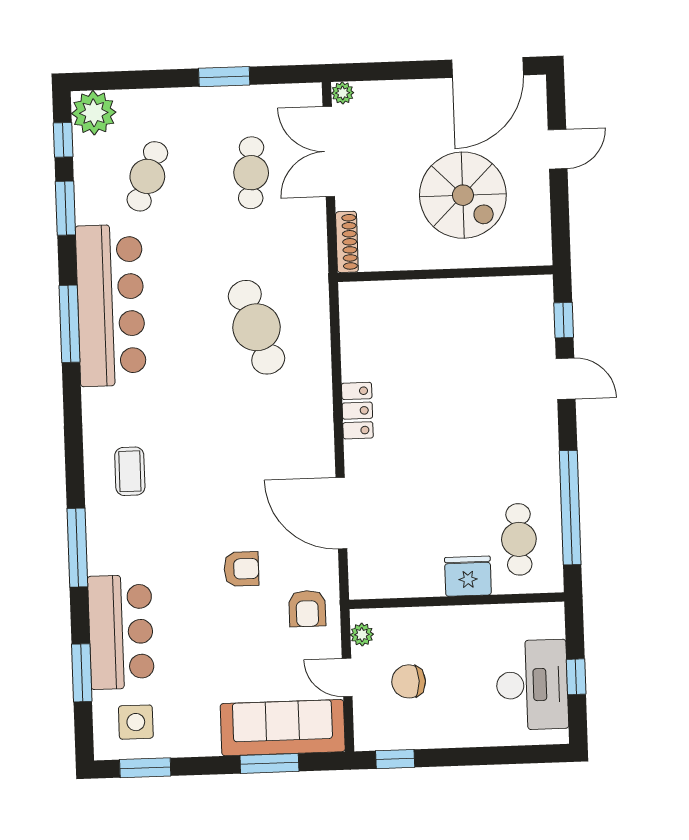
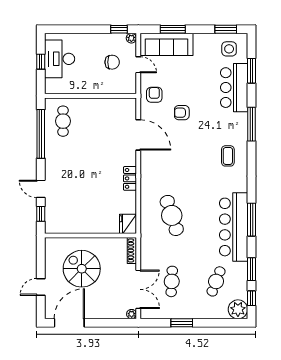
fridge: (468, 576) -> (128, 224), moved, turned 90
plant: (362, 635) -> (131, 38), moved

